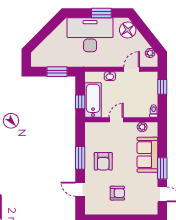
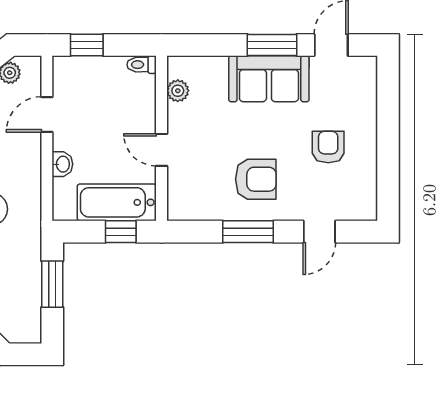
door: (132, 69) -> (47, 114), hinge flipped
sofa: (147, 155) -> (269, 79), moved

